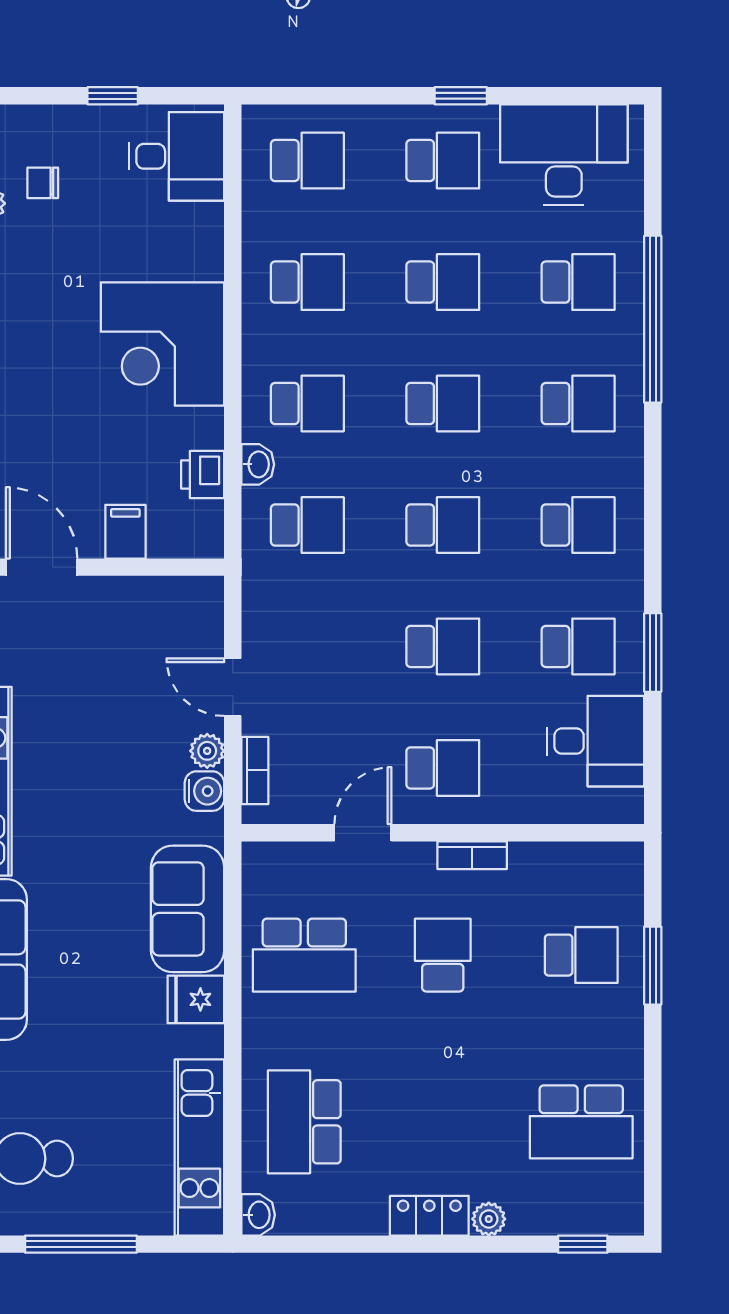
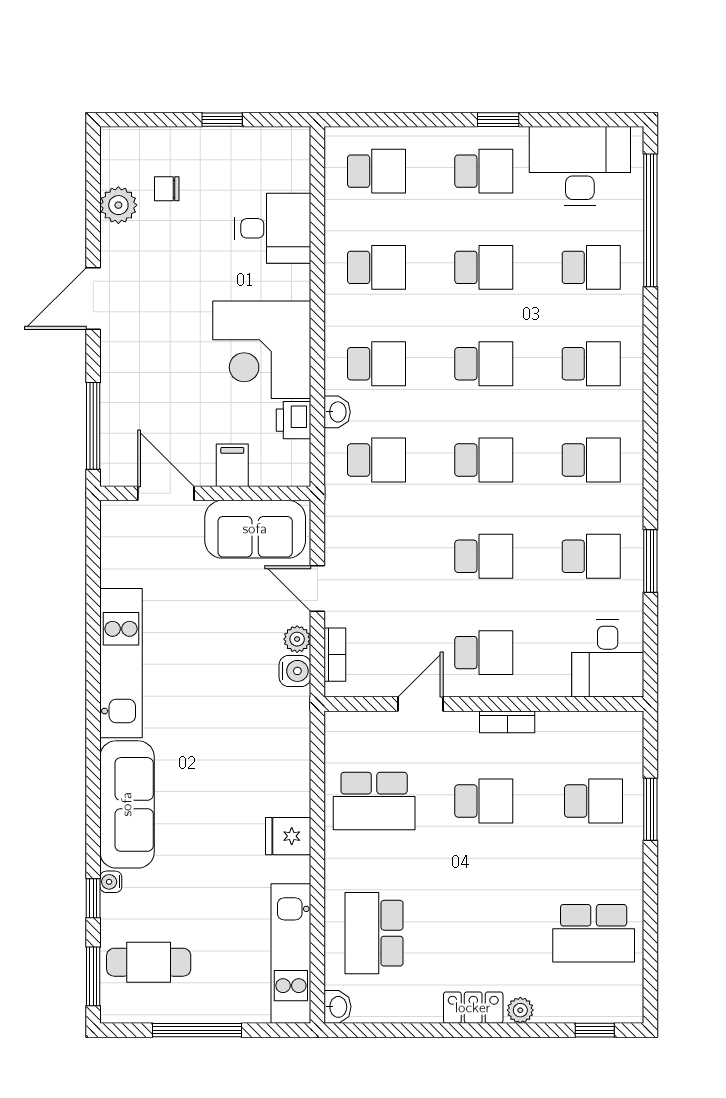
desk: (176, 156) -> (273, 228), moved
window: (653, 319) -> (650, 220), moved
corner desk: (163, 344) -> (262, 350), moved
desk: (595, 741) -> (608, 659), moved, turned 90
sofa: (188, 909) -> (255, 529), moved, turned -90
school desk: (443, 955) -> (484, 801), turned 90

